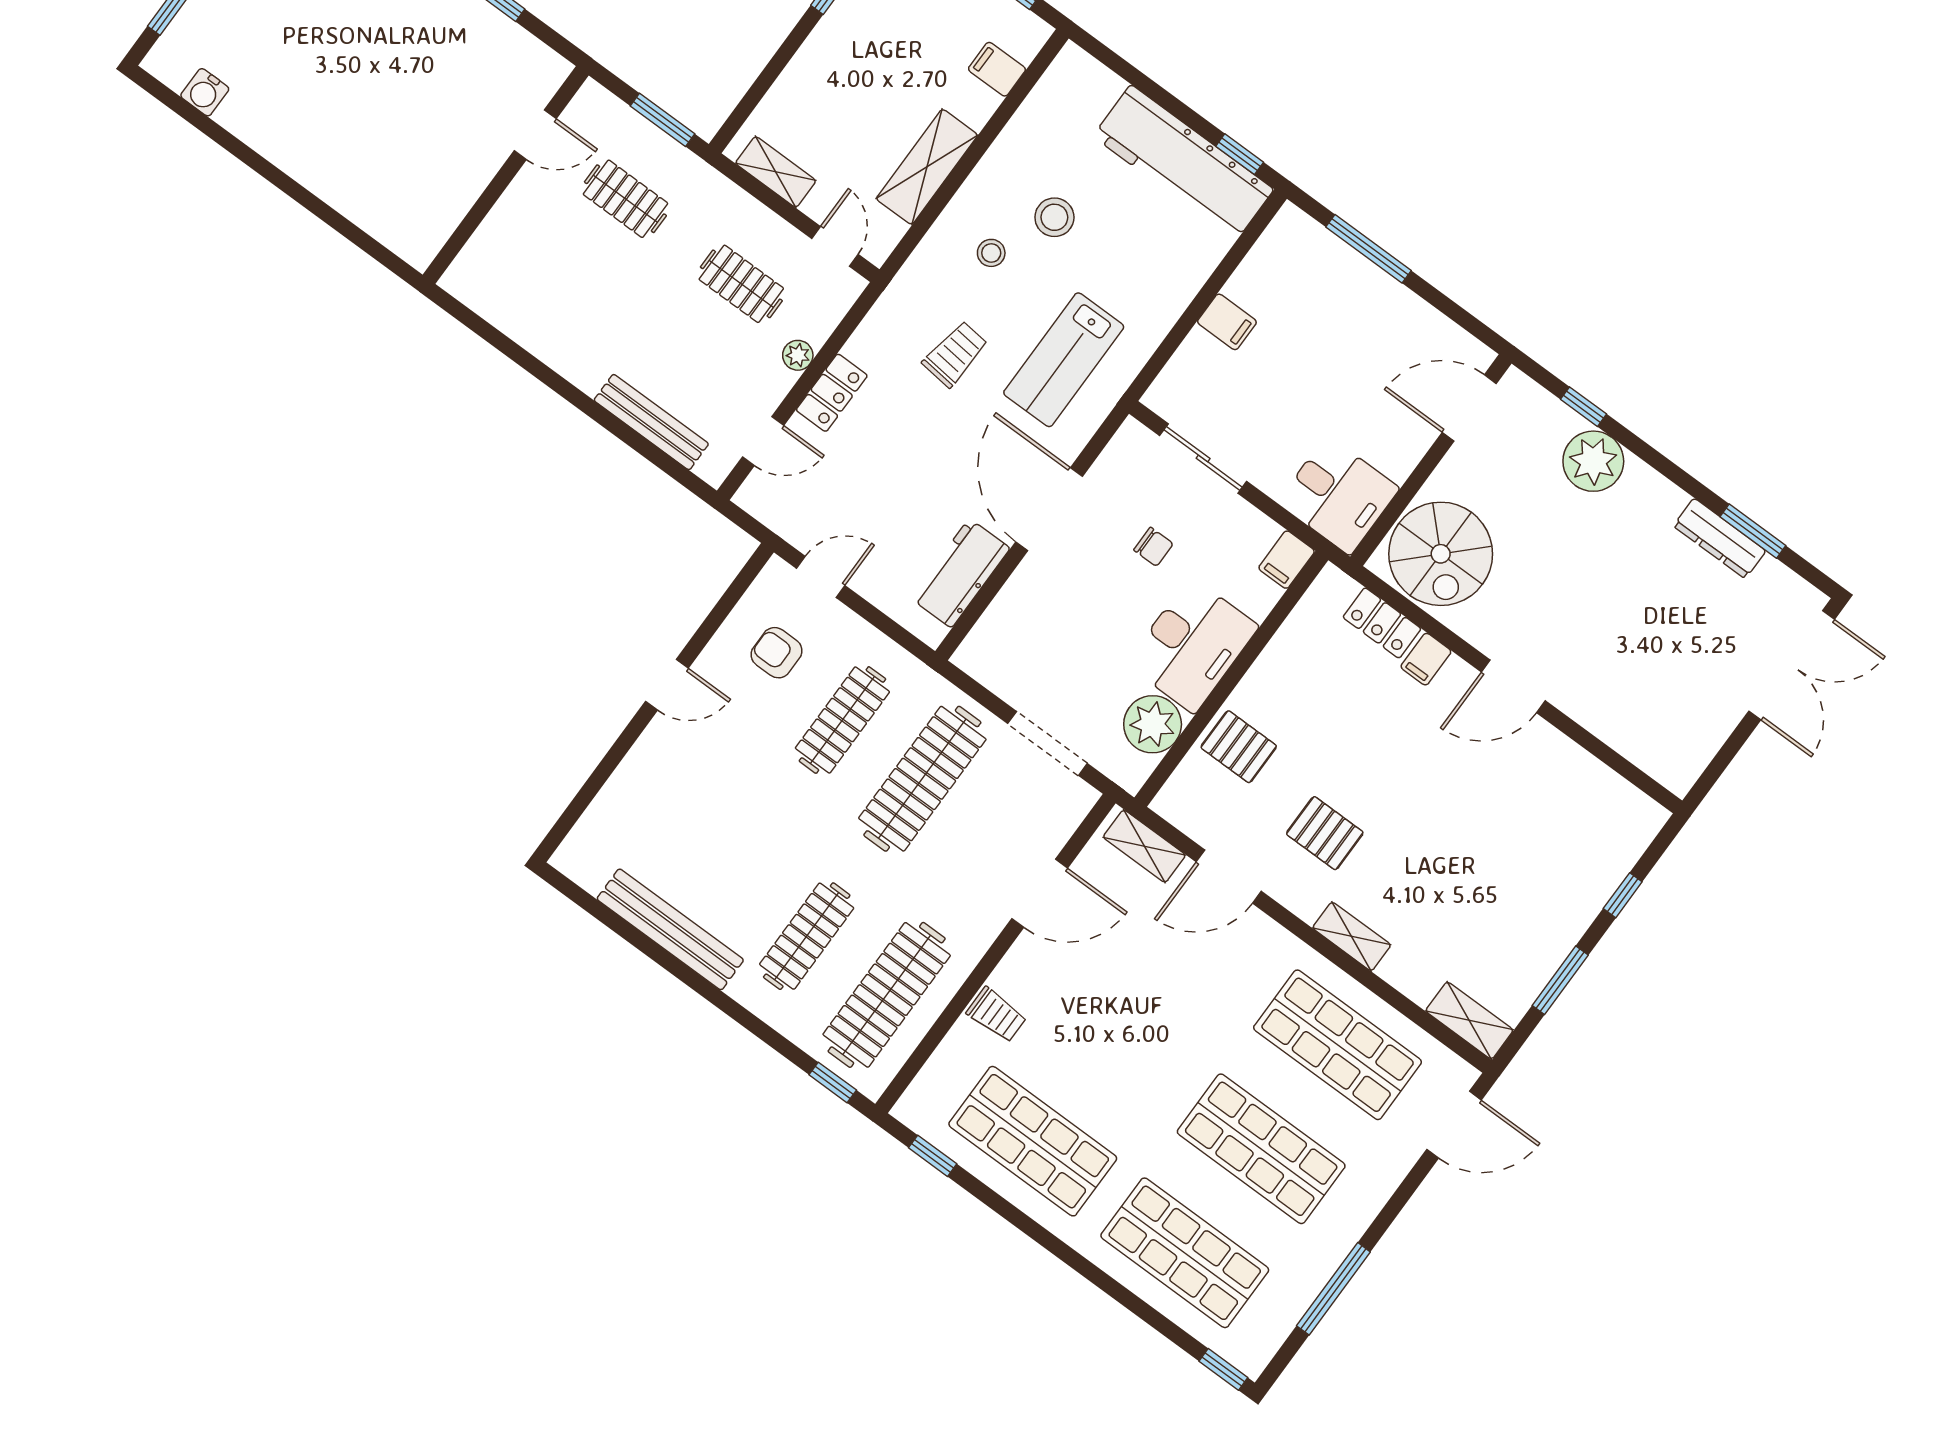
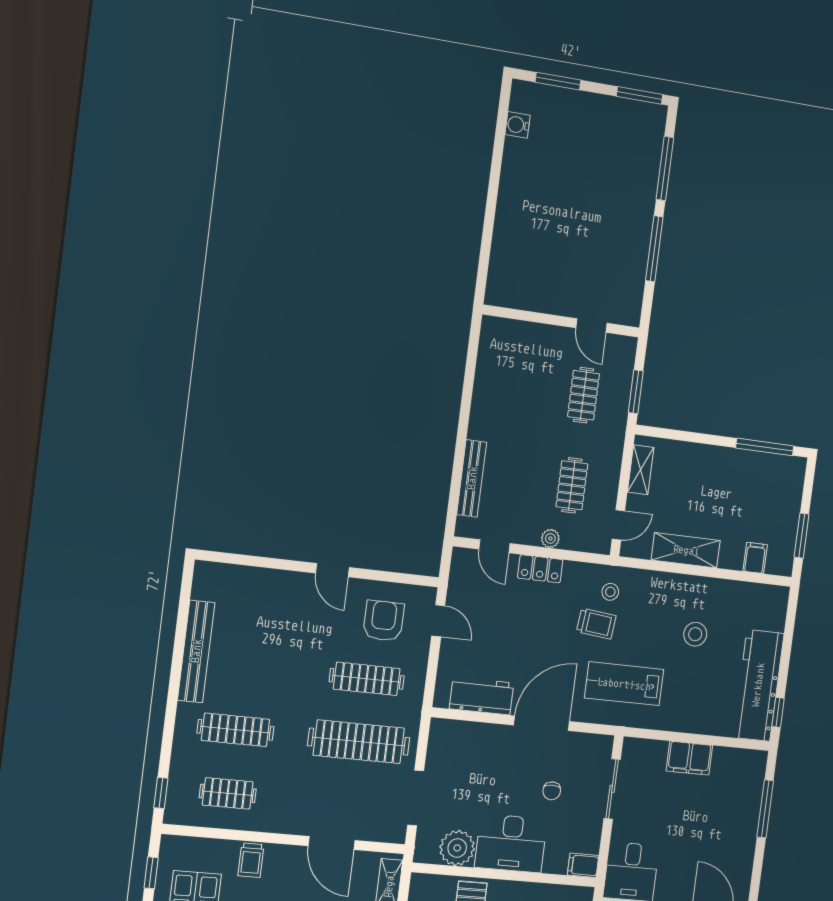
stool: (991, 253) -> (610, 592), moved
filing cabinet: (1227, 322) -> (689, 758), width x2.00
armchair: (777, 653) -> (384, 621), width x1.38, depth x1.38
clothes rail: (887, 995) -> (228, 793), width x0.54, depth x0.76

